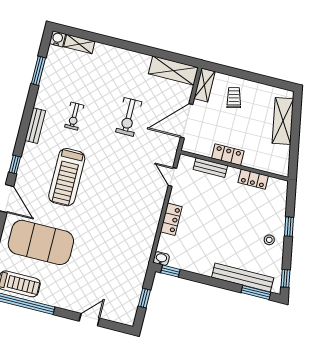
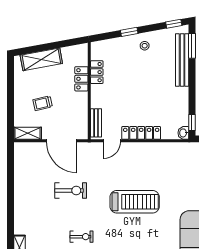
shelving: (173, 71) -> (22, 163), removed
trolley: (234, 98) -> (43, 103), moved
locker: (228, 155) -> (81, 79), moved
bench: (210, 168) -> (96, 123), moved
treadmill: (67, 177) -> (135, 202), moved
locker: (171, 219) -> (141, 133), width x1.53

